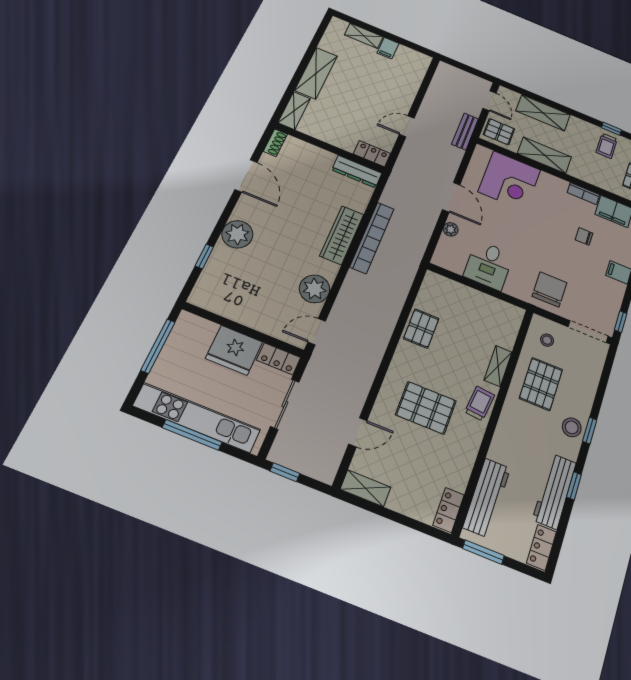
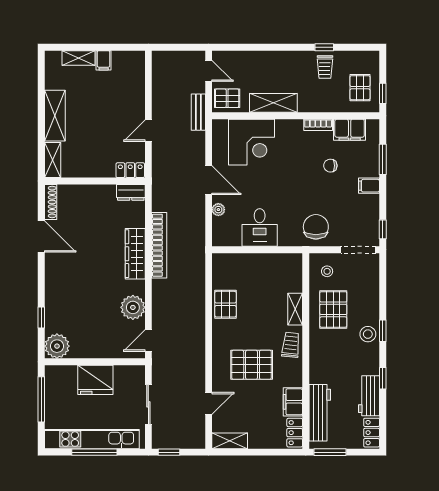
shelving: (543, 113) -> (259, 60), removed
shoe rack: (275, 143) -> (51, 202), width x1.43
dresser: (357, 172) -> (131, 192), width x0.70
plant: (237, 234) -> (57, 346), moved
locker: (279, 359) -> (130, 373), removed
filing cabinet: (459, 471) -> (293, 402), added
workbench: (554, 491) -> (369, 396), width x0.73

